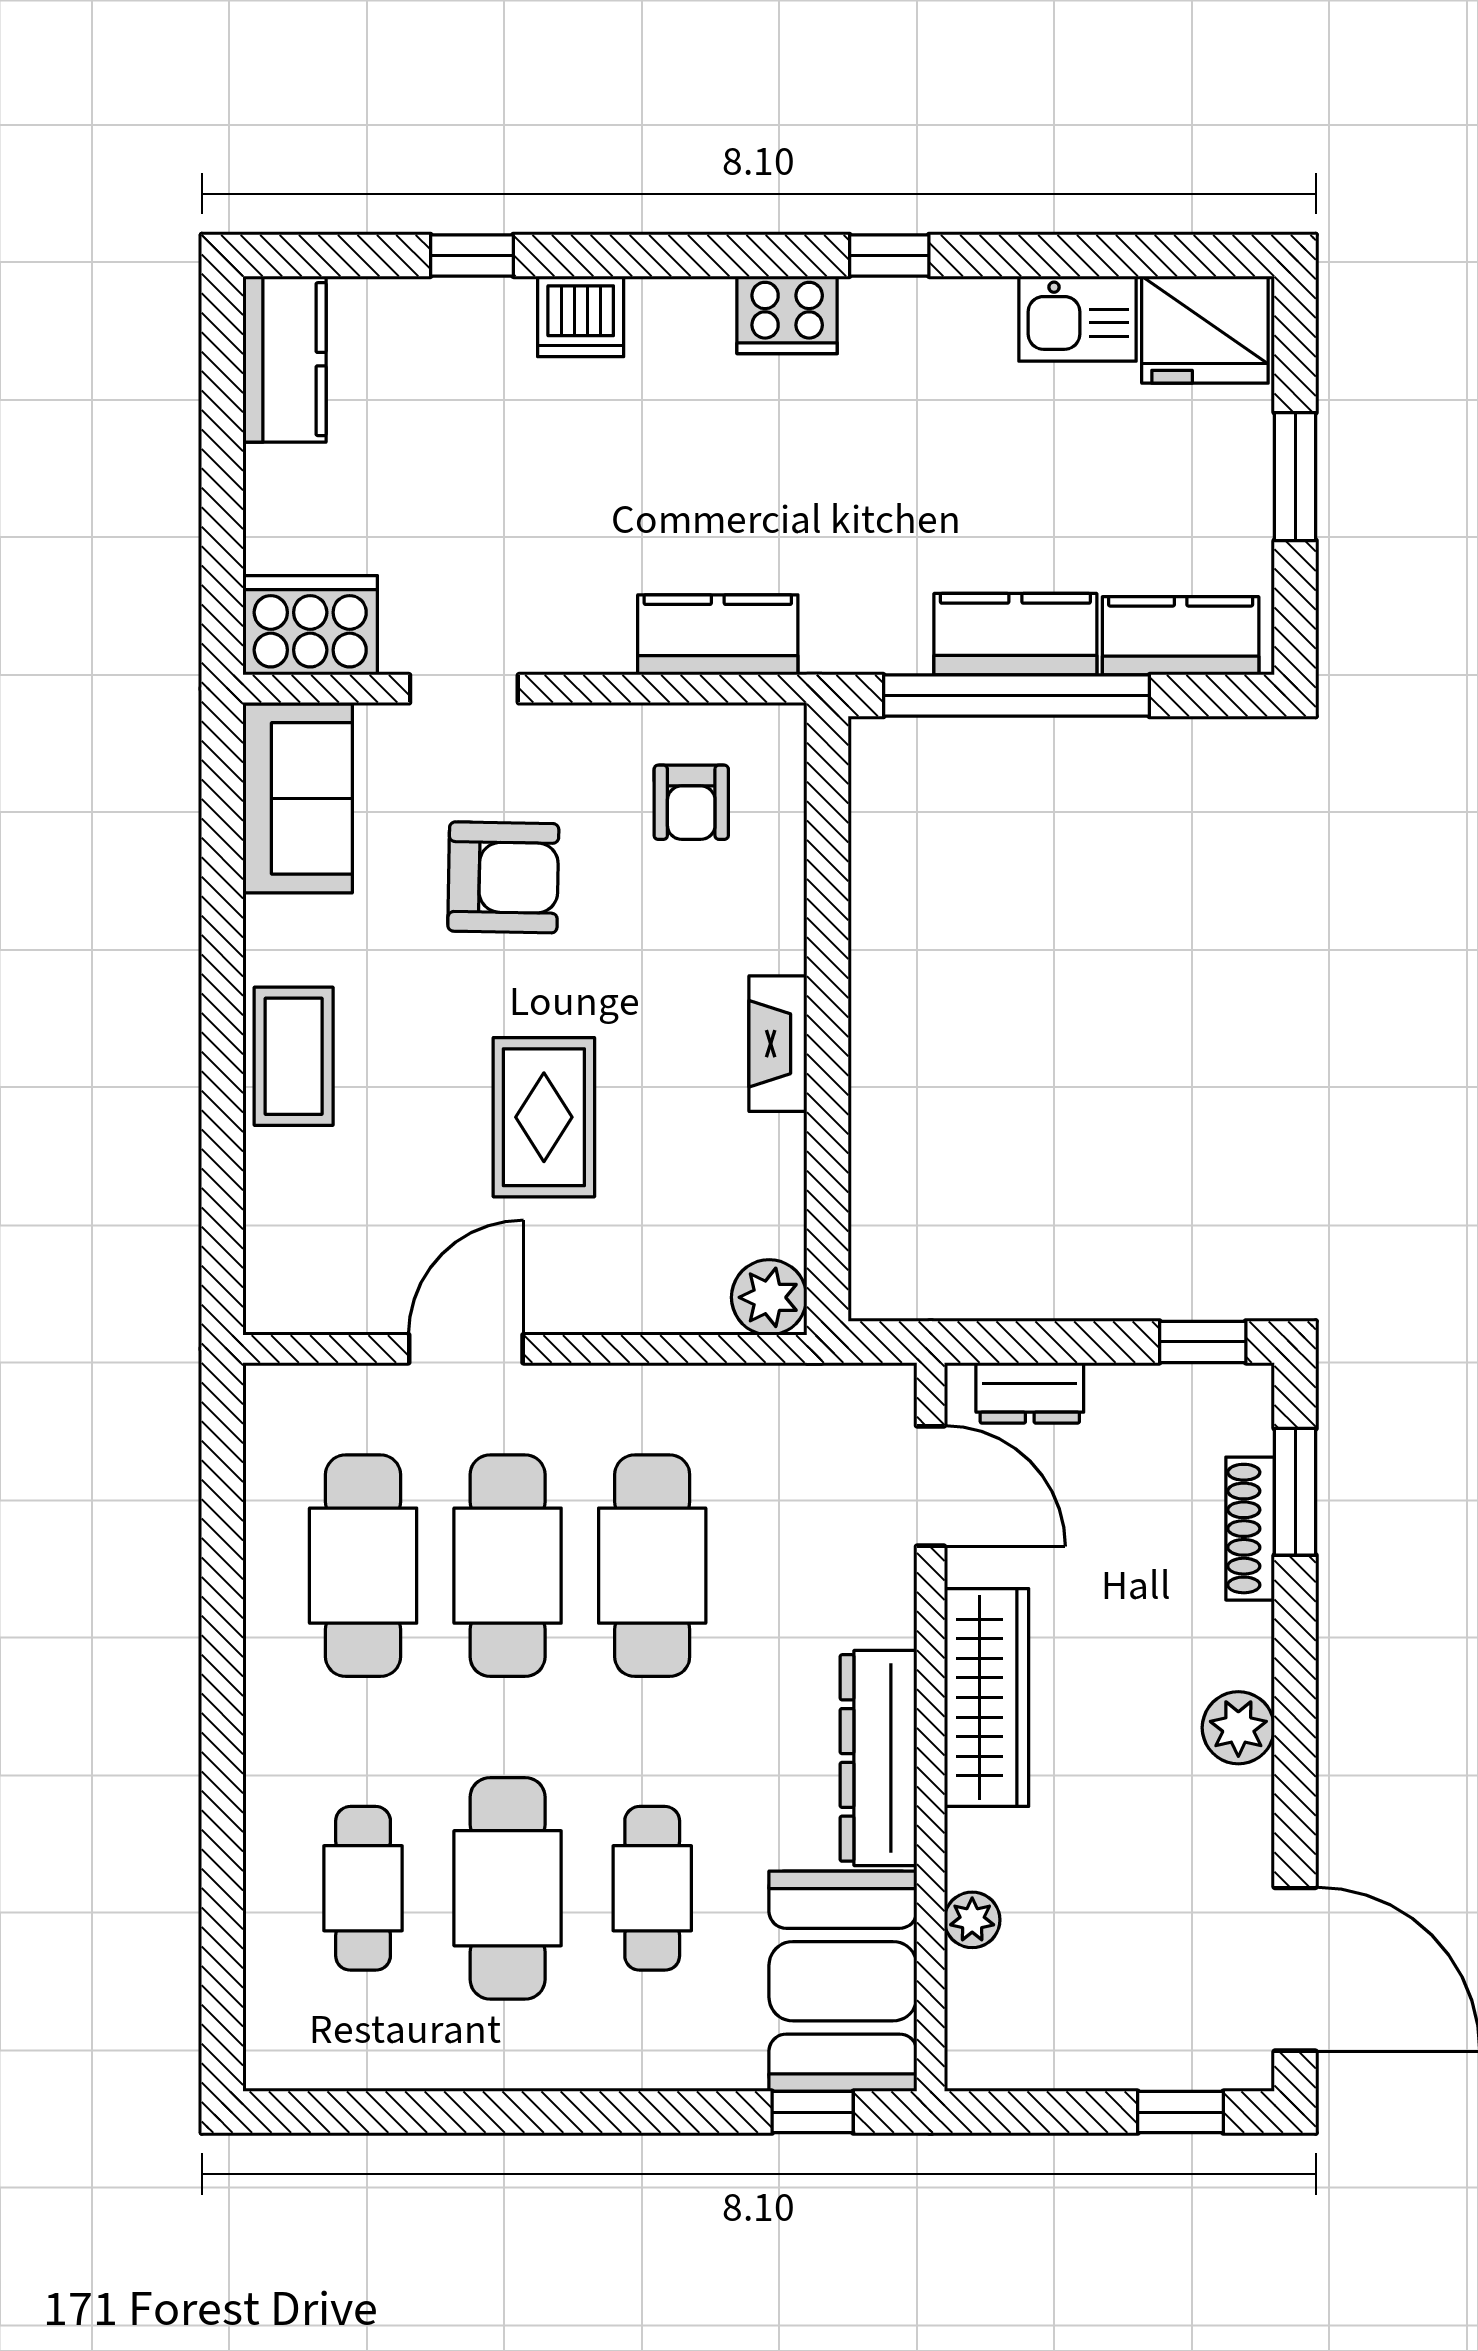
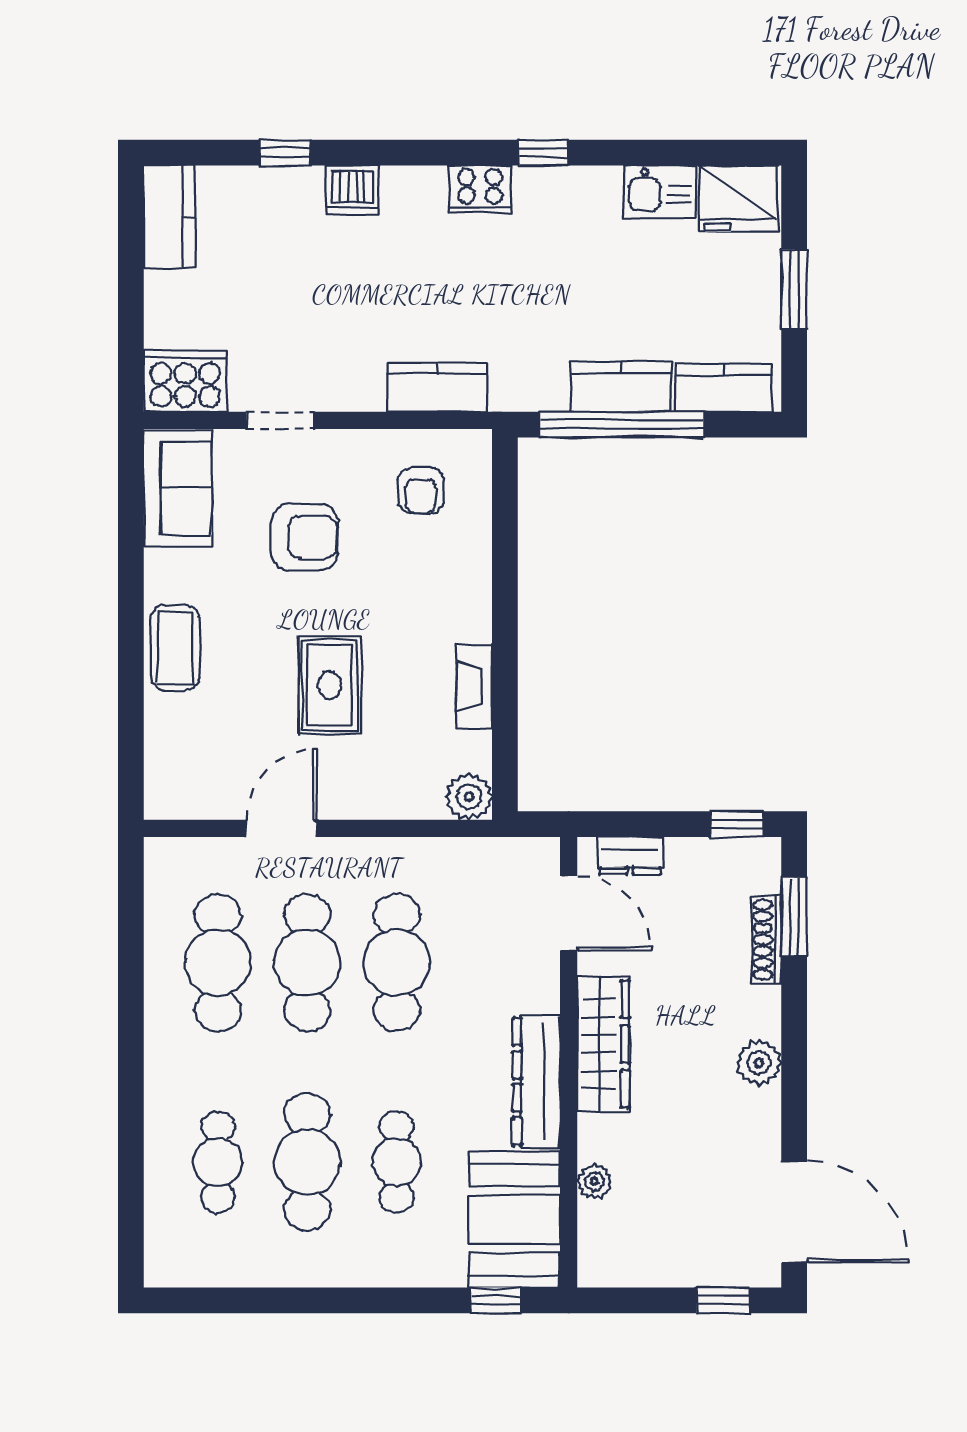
fireplace: (778, 1044) -> (474, 687), moved

